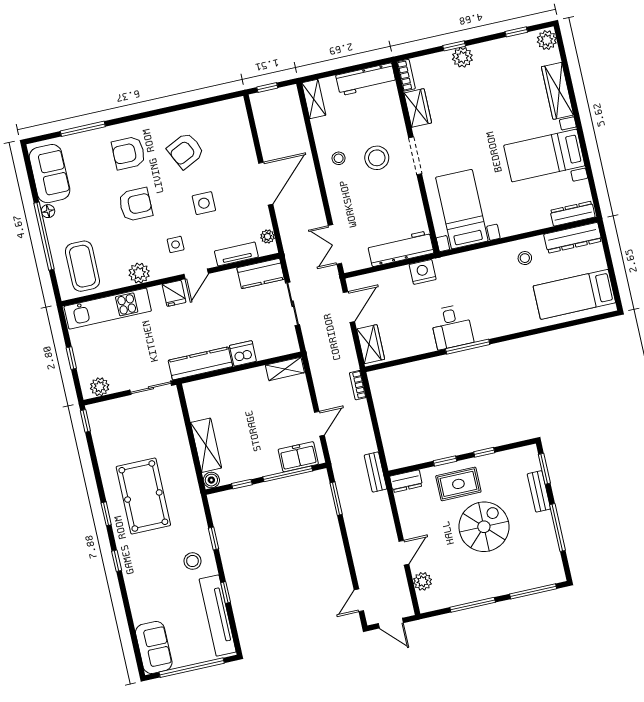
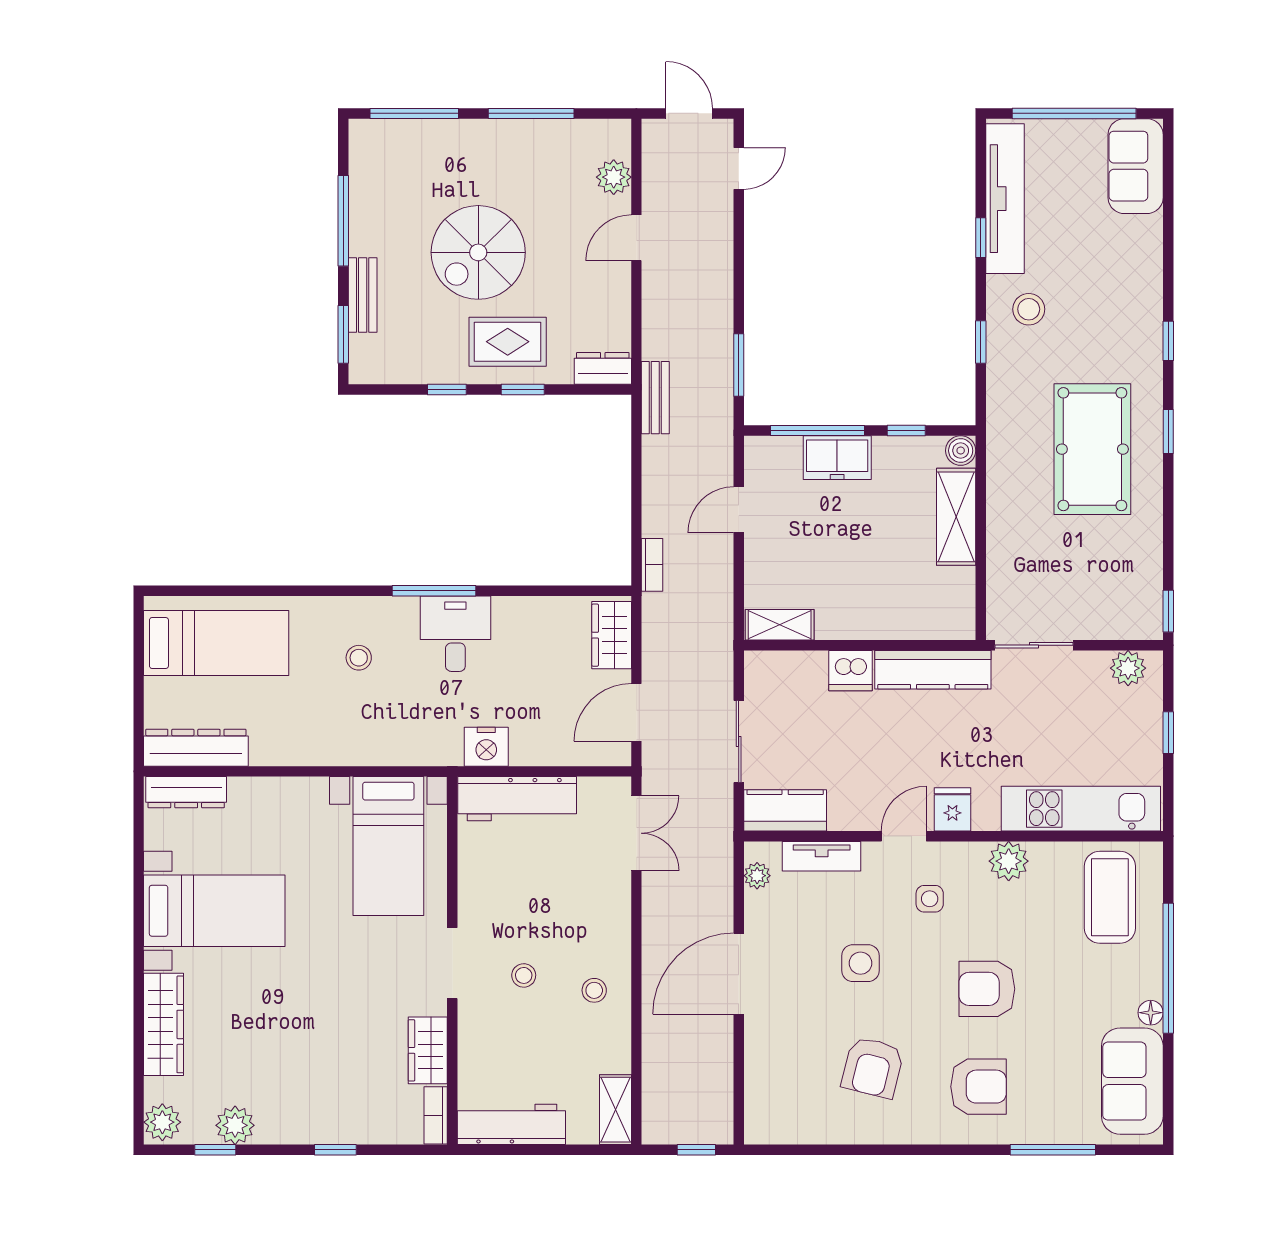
plant: (462, 57) -> (235, 1125), moved
armchair: (186, 151) -> (873, 1067), turned 130
stool: (377, 158) -> (524, 975), width x0.53, depth x0.53
stool: (525, 258) -> (359, 658), moved
freezer: (298, 457) -> (837, 458), moved

